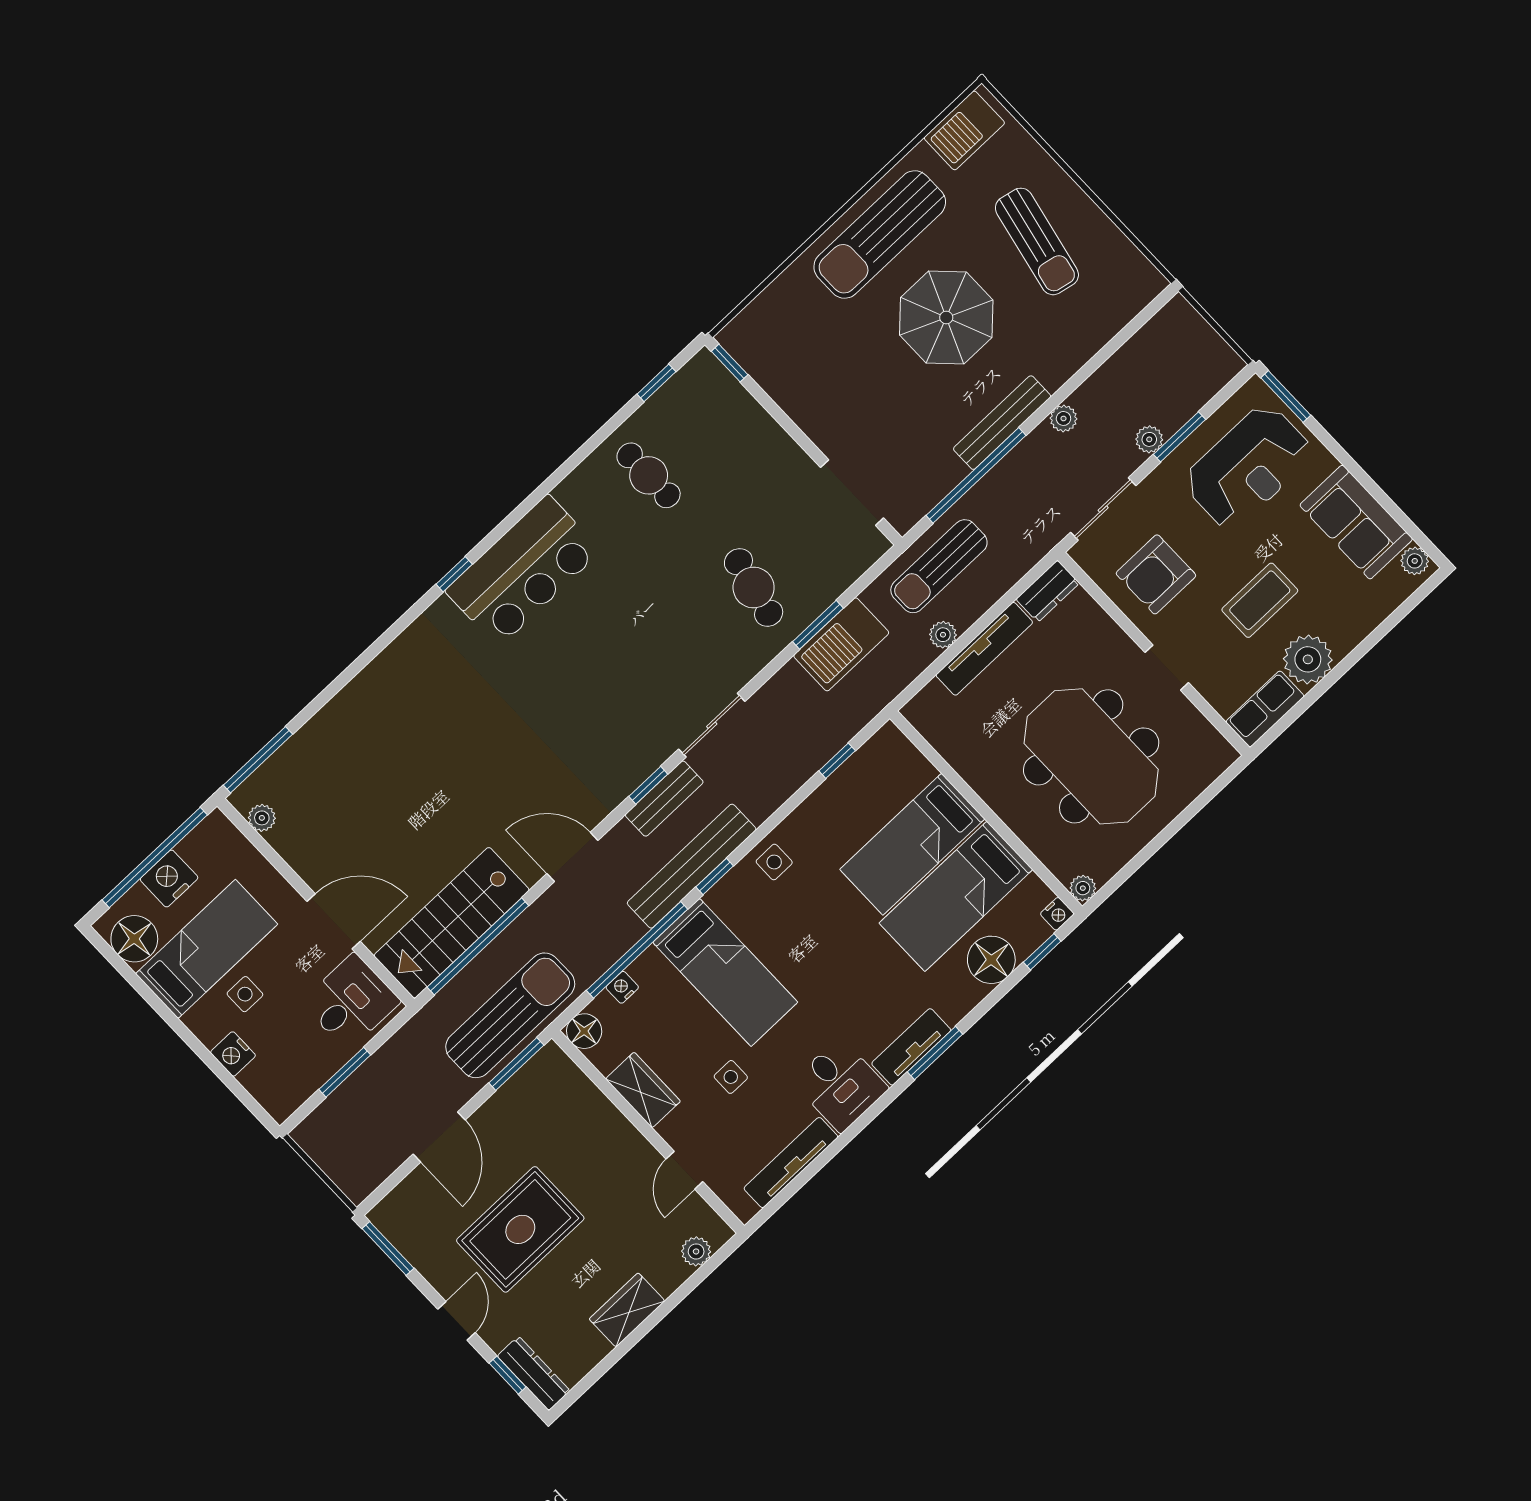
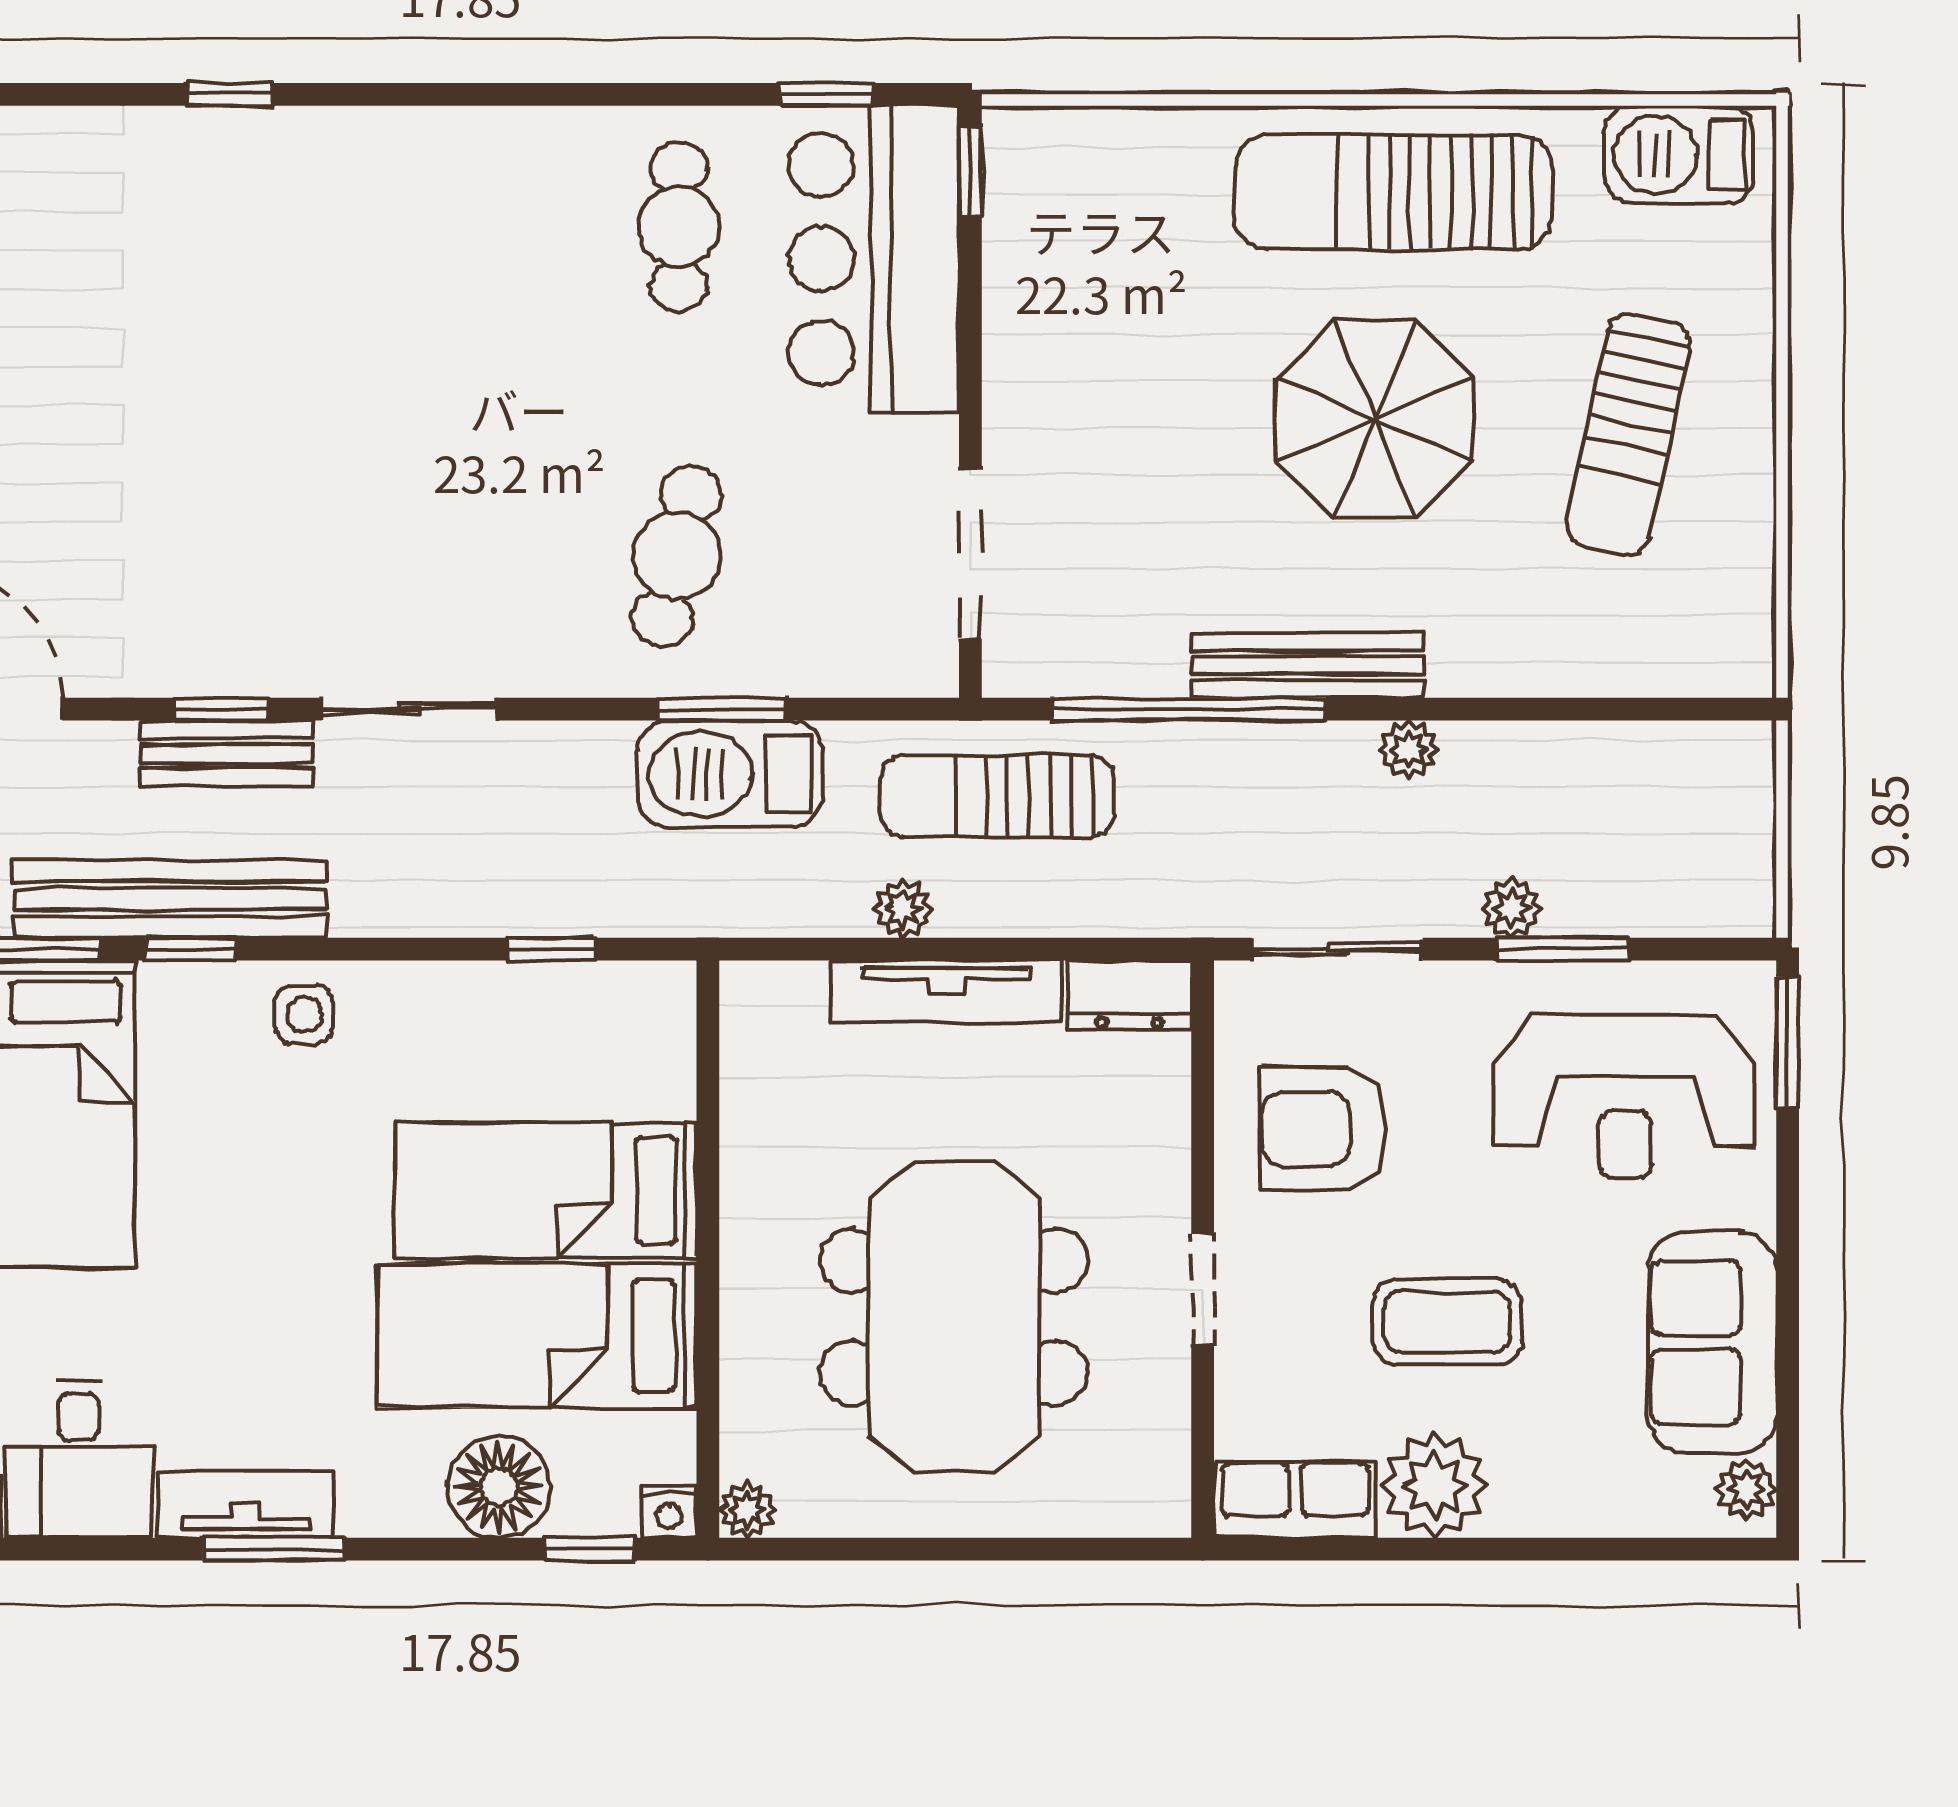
bar counter: (523, 571) -> (874, 259), moved, turned 90

